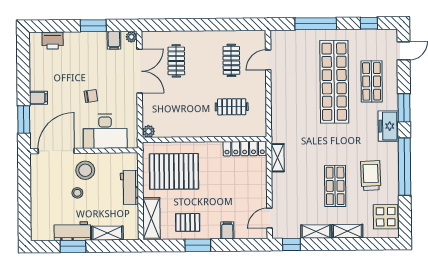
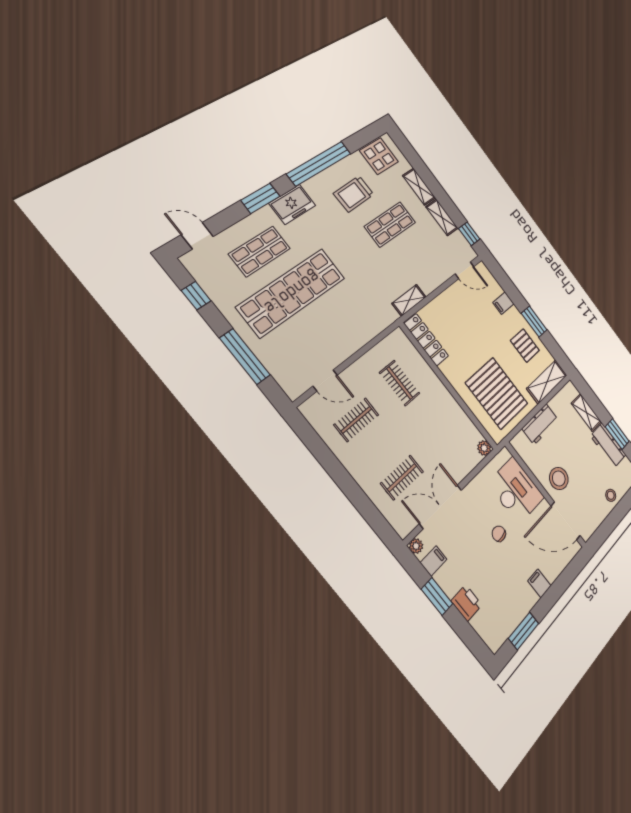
printer: (53, 41) -> (467, 603), moved
window: (24, 119) -> (524, 631), moved
stool: (77, 193) -> (611, 495), moved

